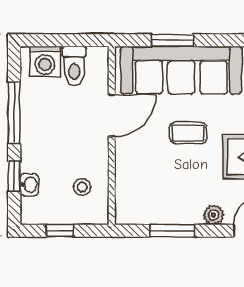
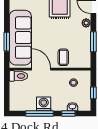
washing machine: (45, 61) -> (44, 104), moved, turned -90
toilet: (74, 66) -> (18, 76), moved
coffee table: (188, 133) -> (63, 57), moved

